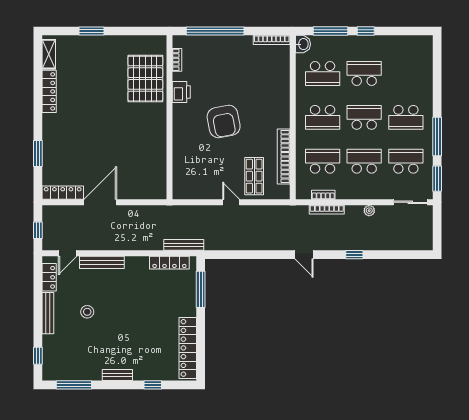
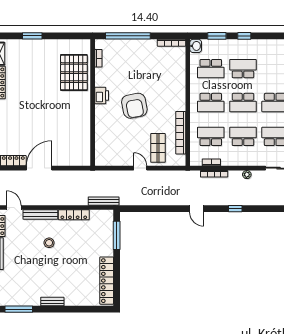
window: (331, 31) -> (217, 36), width x0.69
printer: (181, 92) -> (102, 96), moved
school desk: (364, 117) -> (243, 103), turned 180
door: (68, 253) -> (14, 208), swing flipped
locker: (169, 263) -> (74, 215), moved
stool: (87, 312) -> (49, 243), moved
window: (153, 385) -> (80, 309), removed

